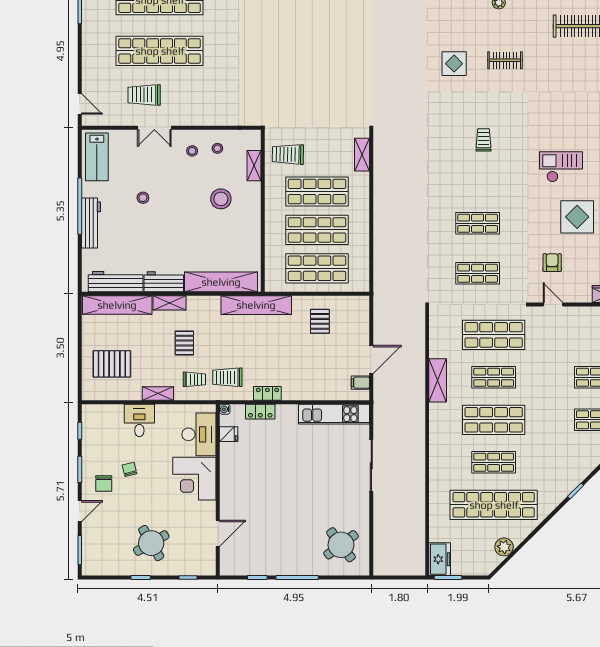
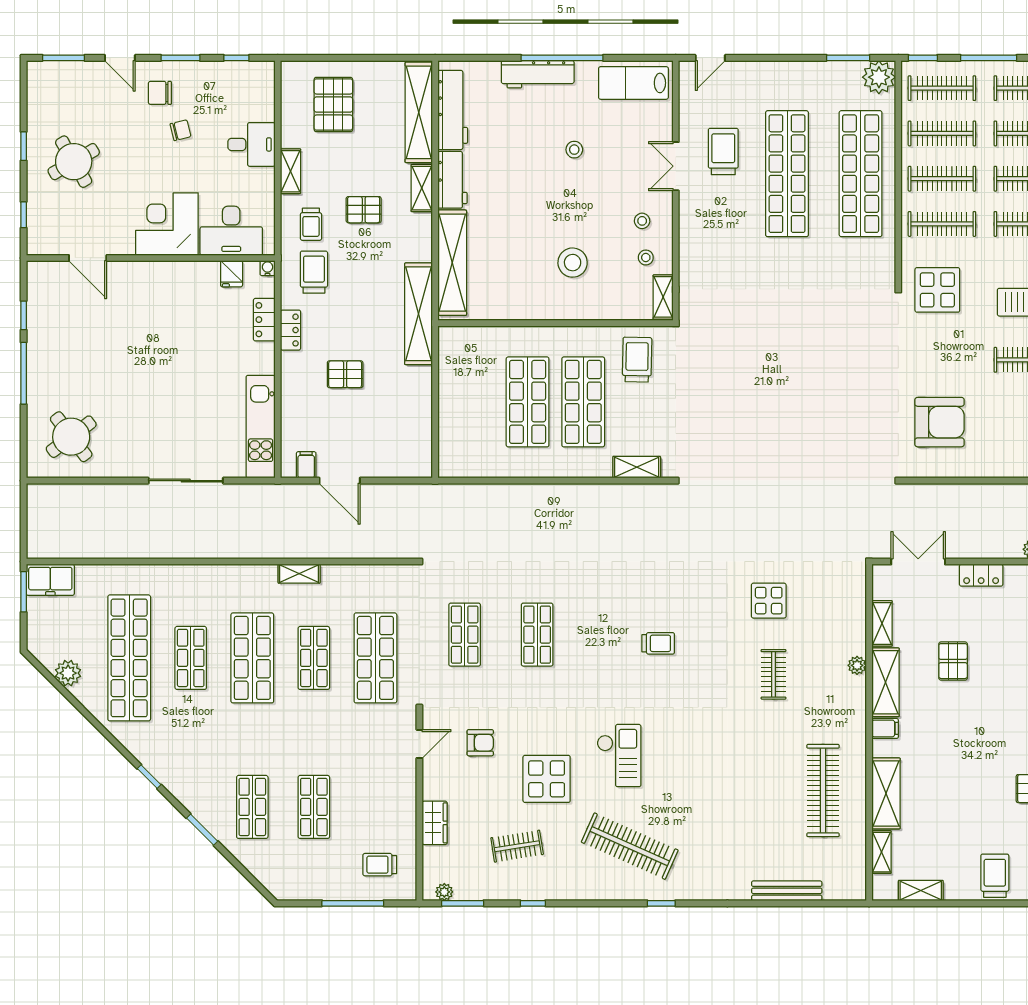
shelving: (254, 166) -> (663, 297), moved, turned 90
shop shelf: (317, 268) -> (472, 402), removed
pallet: (320, 321) -> (345, 374), moved
shelving: (438, 380) -> (299, 574), width x0.67, depth x0.75

